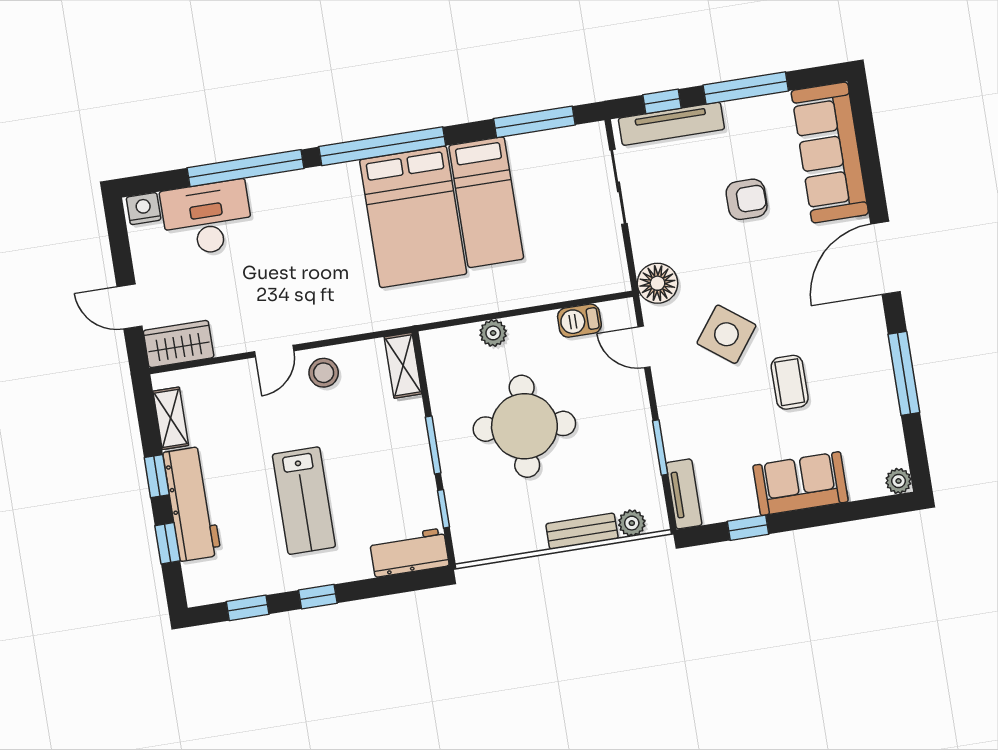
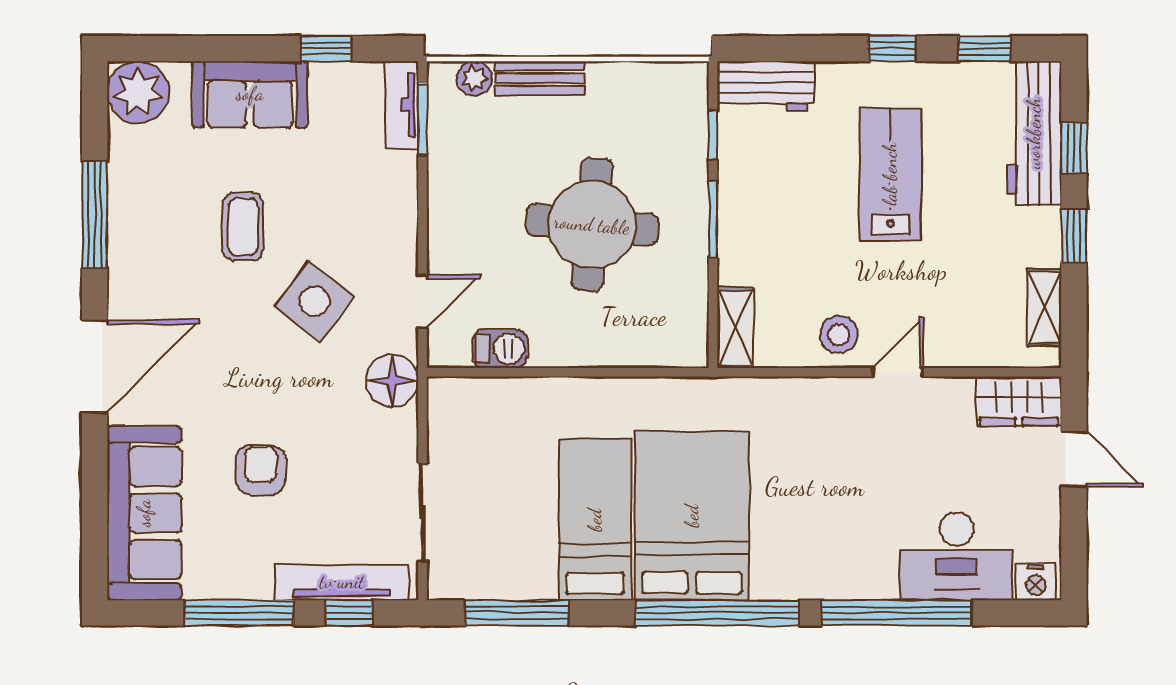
armchair: (747, 199) -> (261, 470), turned 90
plant: (493, 333) -> (613, 351), removed
door: (644, 347) -> (422, 302), hinge flipped
window: (660, 447) -> (422, 119), moved
plant: (899, 481) -> (138, 92), width x1.88, depth x1.88
workbench: (192, 504) -> (1034, 133), moved

